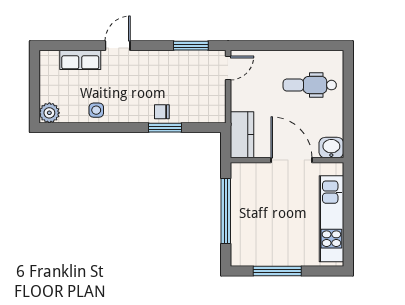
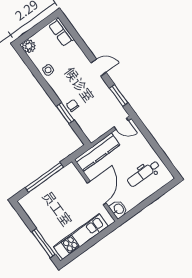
door: (118, 46) -> (99, 68), moved
row of seats: (80, 60) -> (61, 32), moved
dental chair: (310, 85) -> (143, 174), turned -90
kitchen counter: (242, 135) -> (97, 152), width x1.50
window: (277, 271) -> (43, 243), moved

